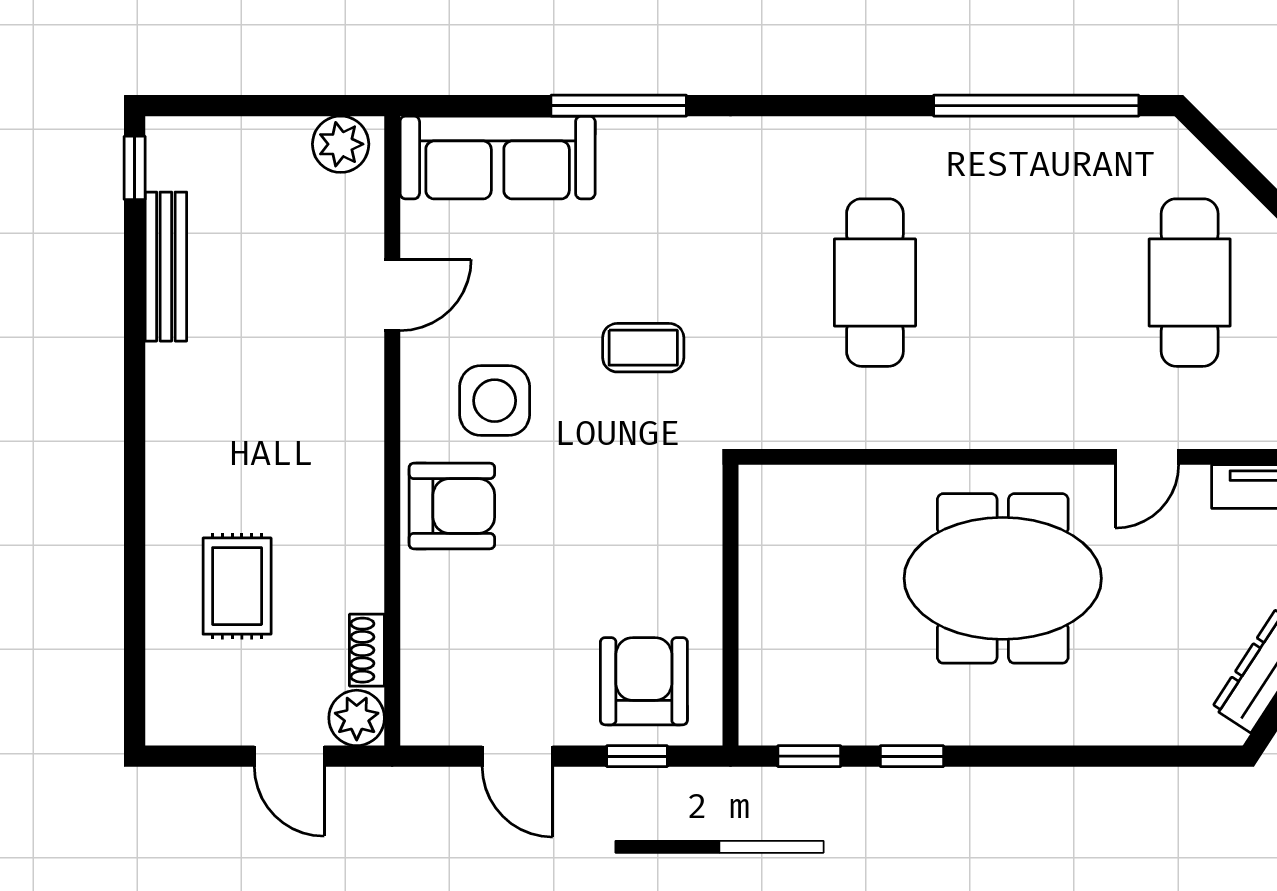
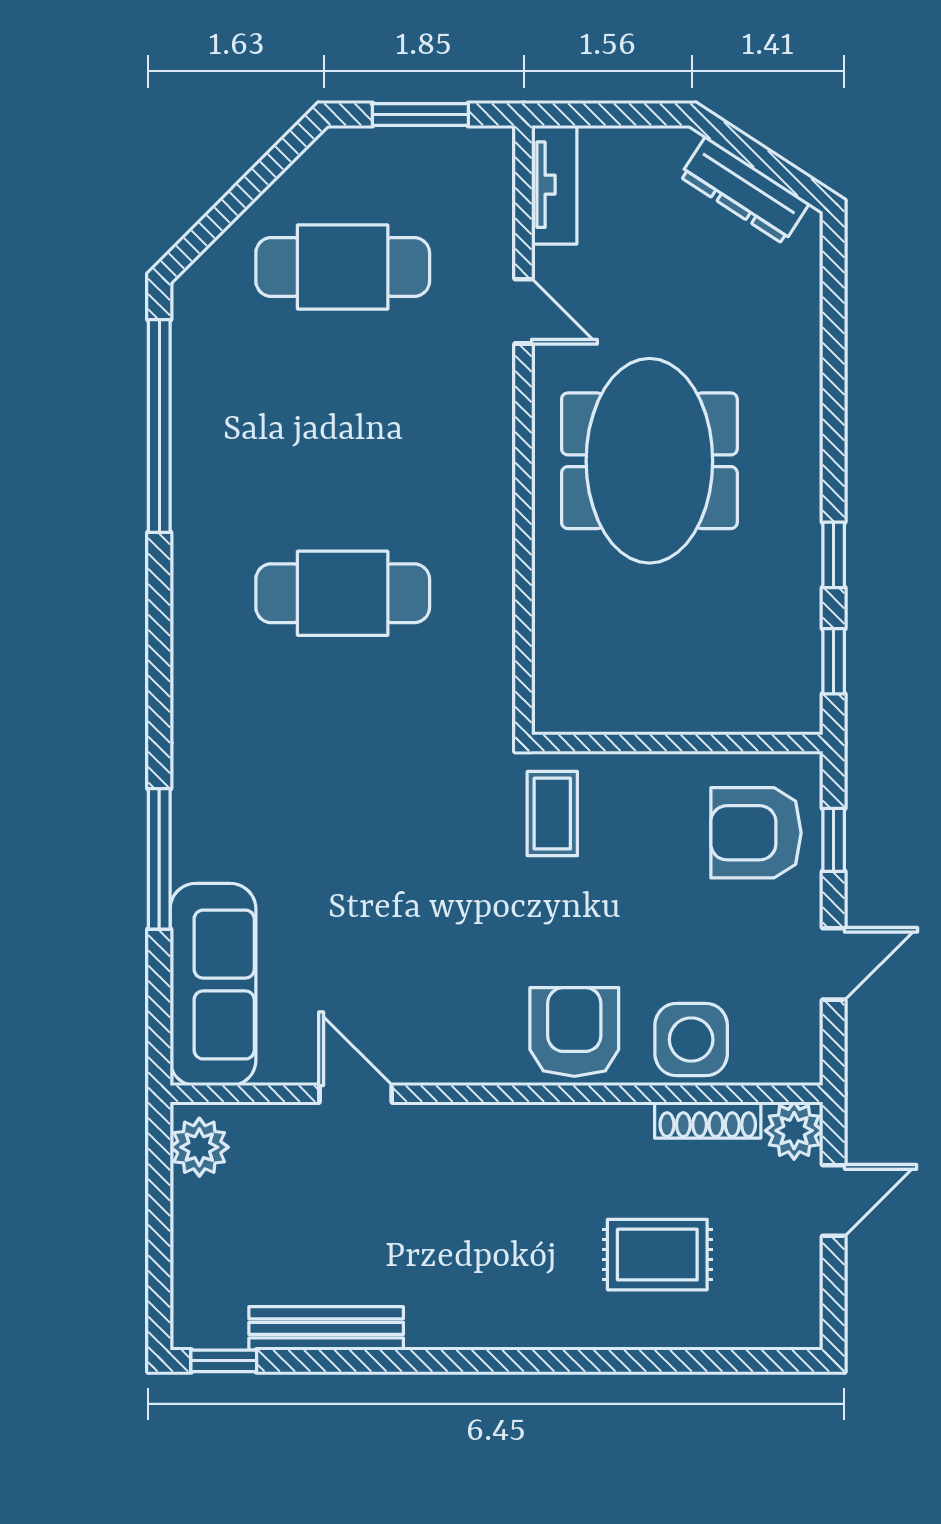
coffee table: (643, 348) -> (552, 814), moved
side table: (495, 401) -> (691, 1040), moved
shoe rack: (367, 650) -> (708, 1120), width x1.43

